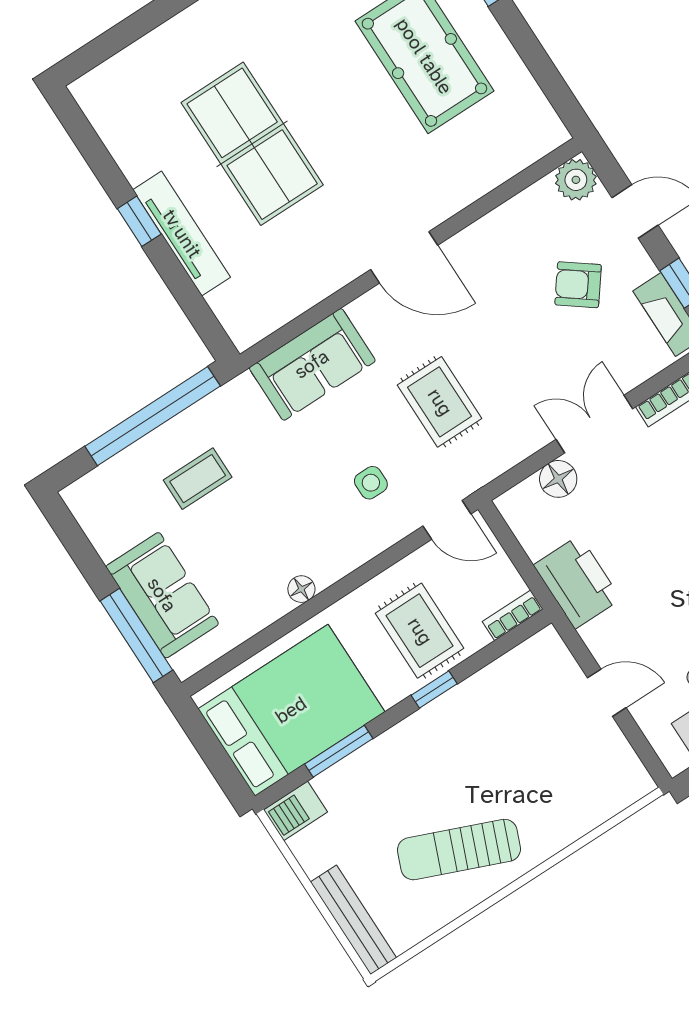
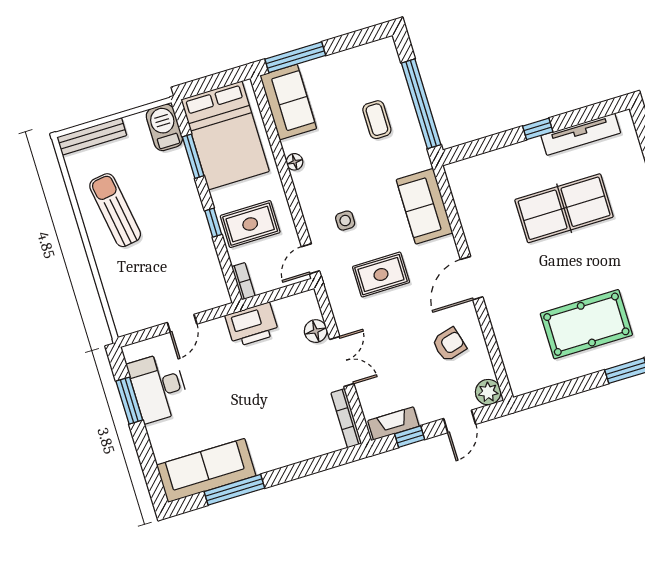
tv unit: (182, 234) -> (581, 134), moved
armchair: (578, 285) -> (449, 344), moved, turned 38
sofa: (162, 595) -> (288, 102), moved, turned -90
barbecue: (295, 811) -> (164, 127), width x1.38, depth x1.27
sun lounger: (459, 850) -> (115, 210), turned -31

